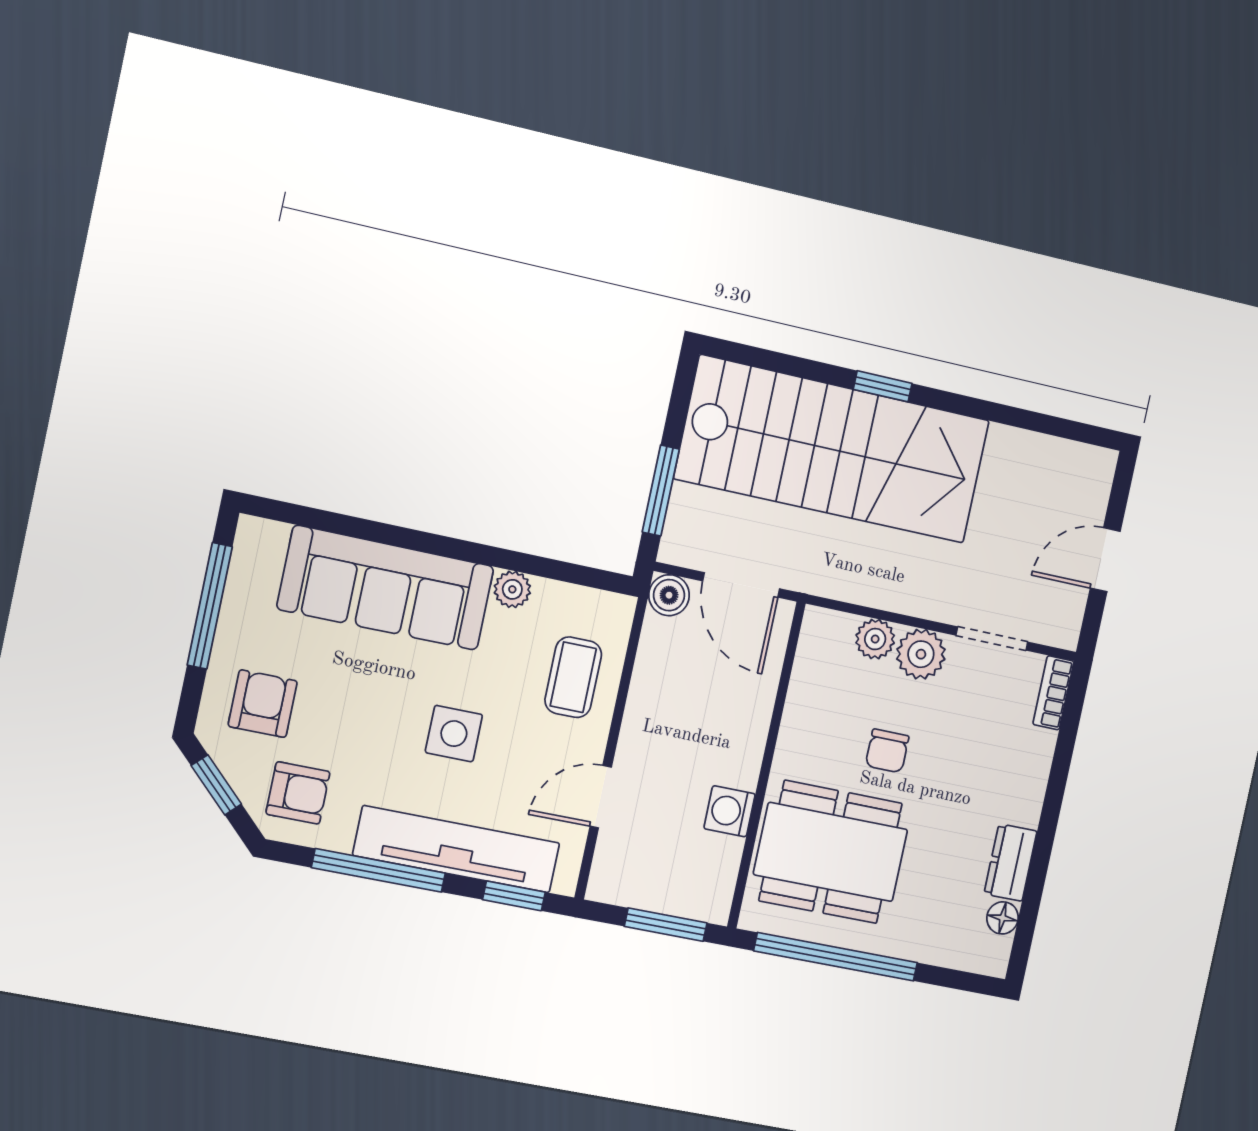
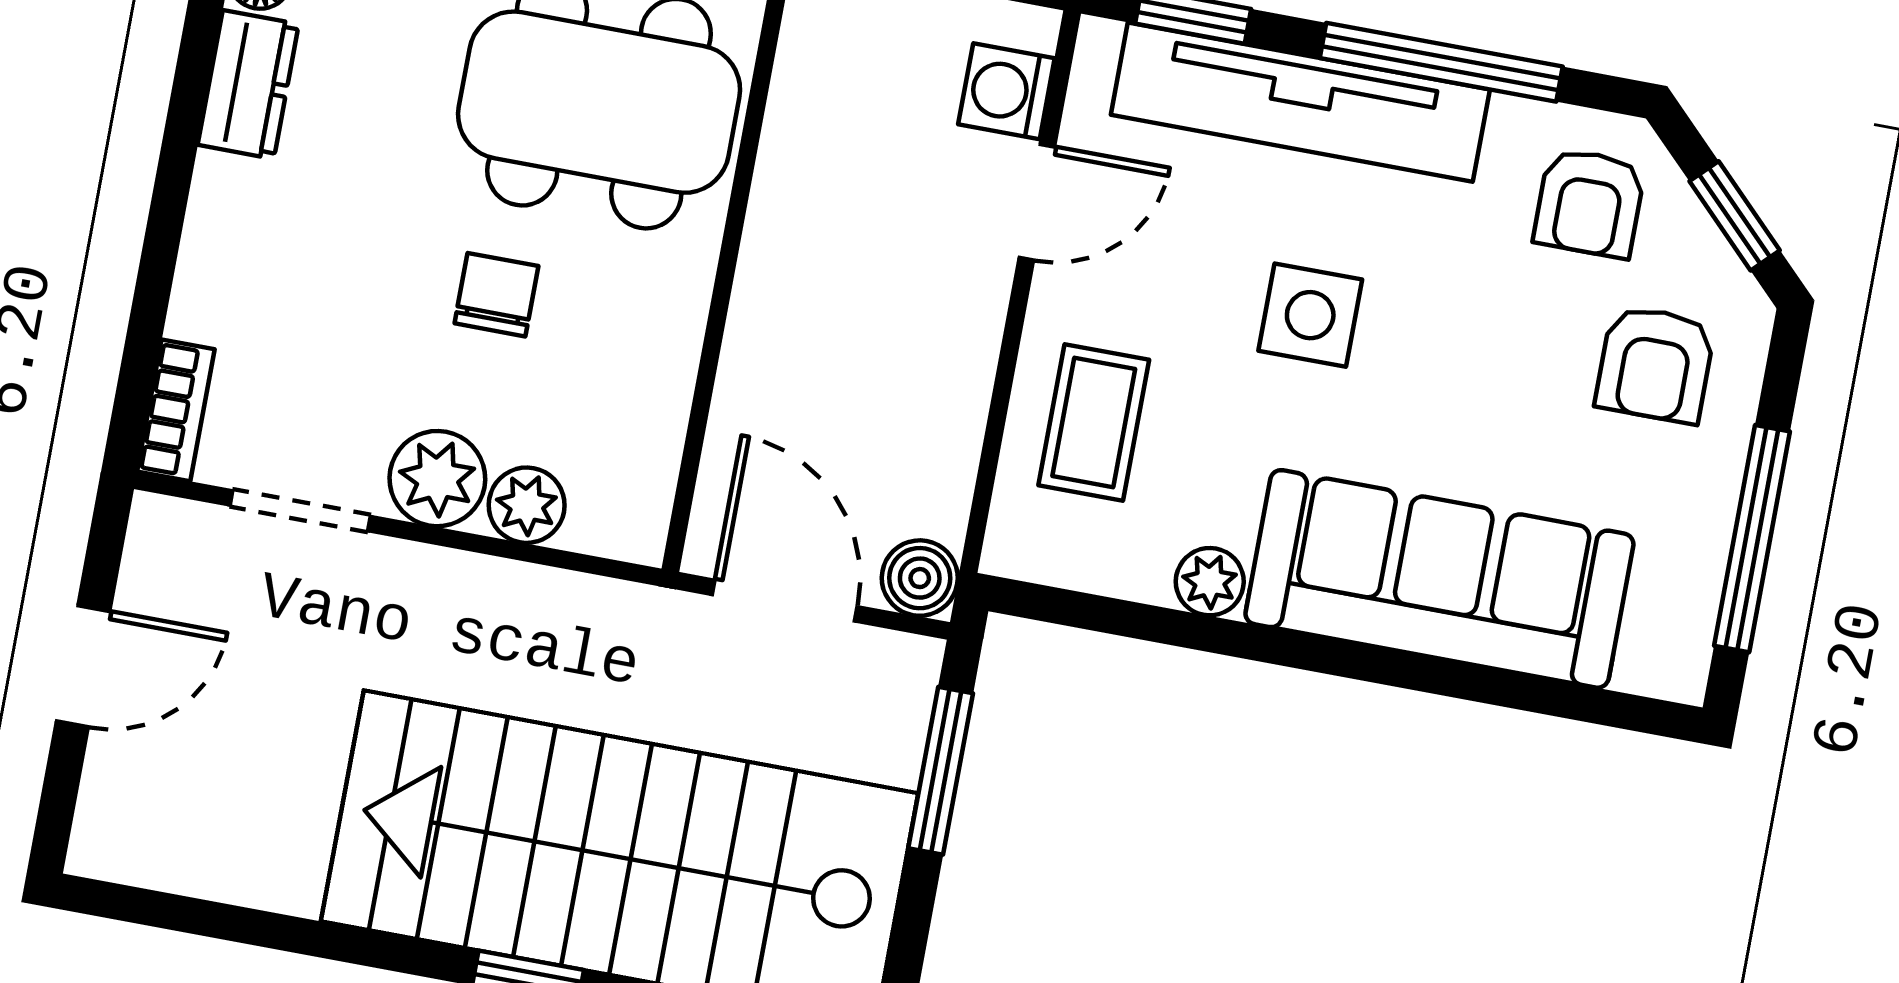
armchair: (298, 793) -> (1589, 203), turned -90
washing machine: (730, 811) -> (1006, 91), moved, turned 180

